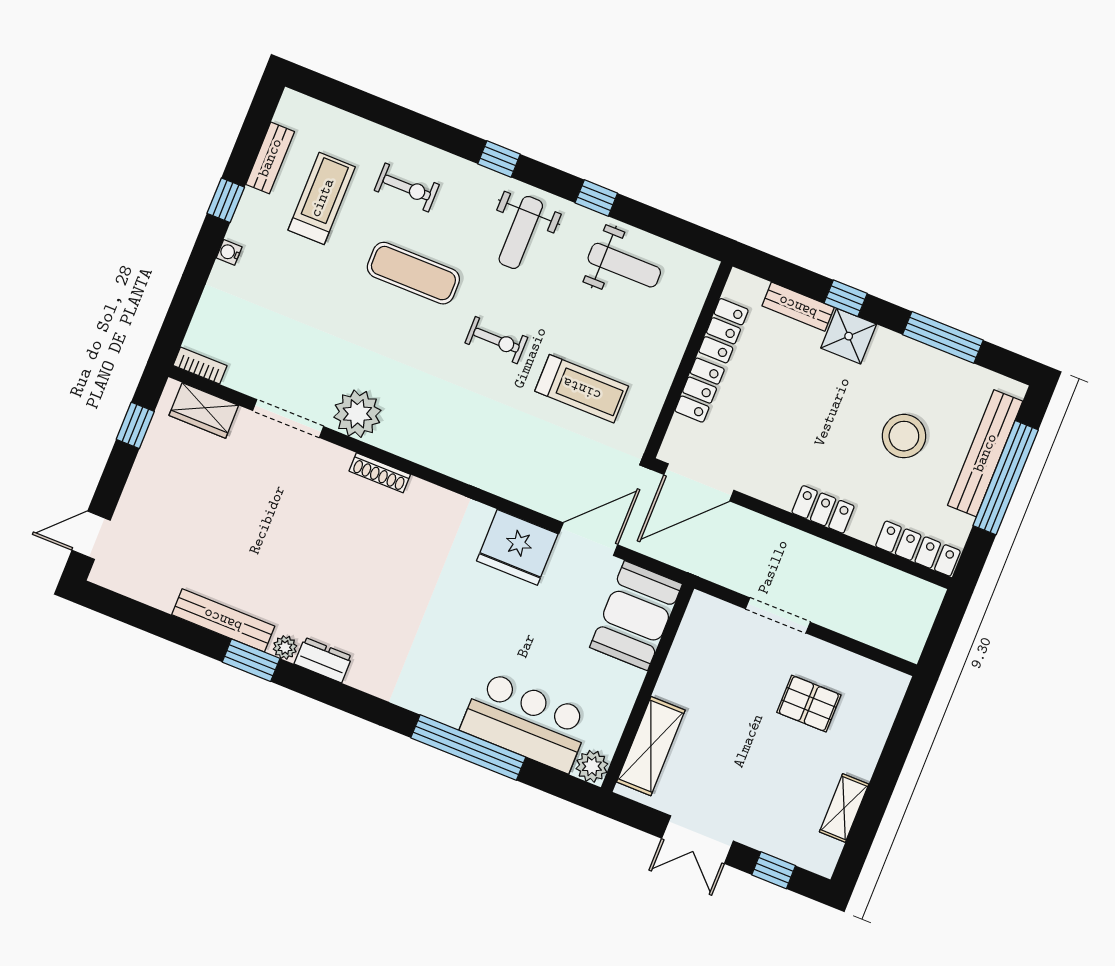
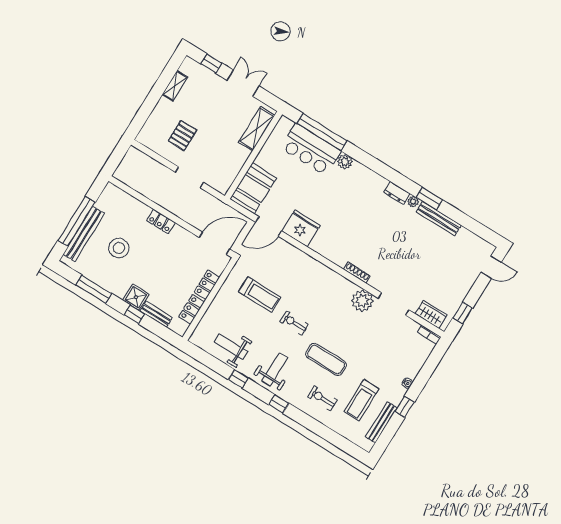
bench: (270, 158) -> (381, 422), width x1.36
treadmill: (582, 389) -> (260, 294), turned 180
locker: (918, 549) -> (121, 196), removed
pallet: (809, 704) -> (182, 135), turned 90
window: (468, 747) -> (322, 132), moved
plant: (592, 766) -> (345, 162), moved

